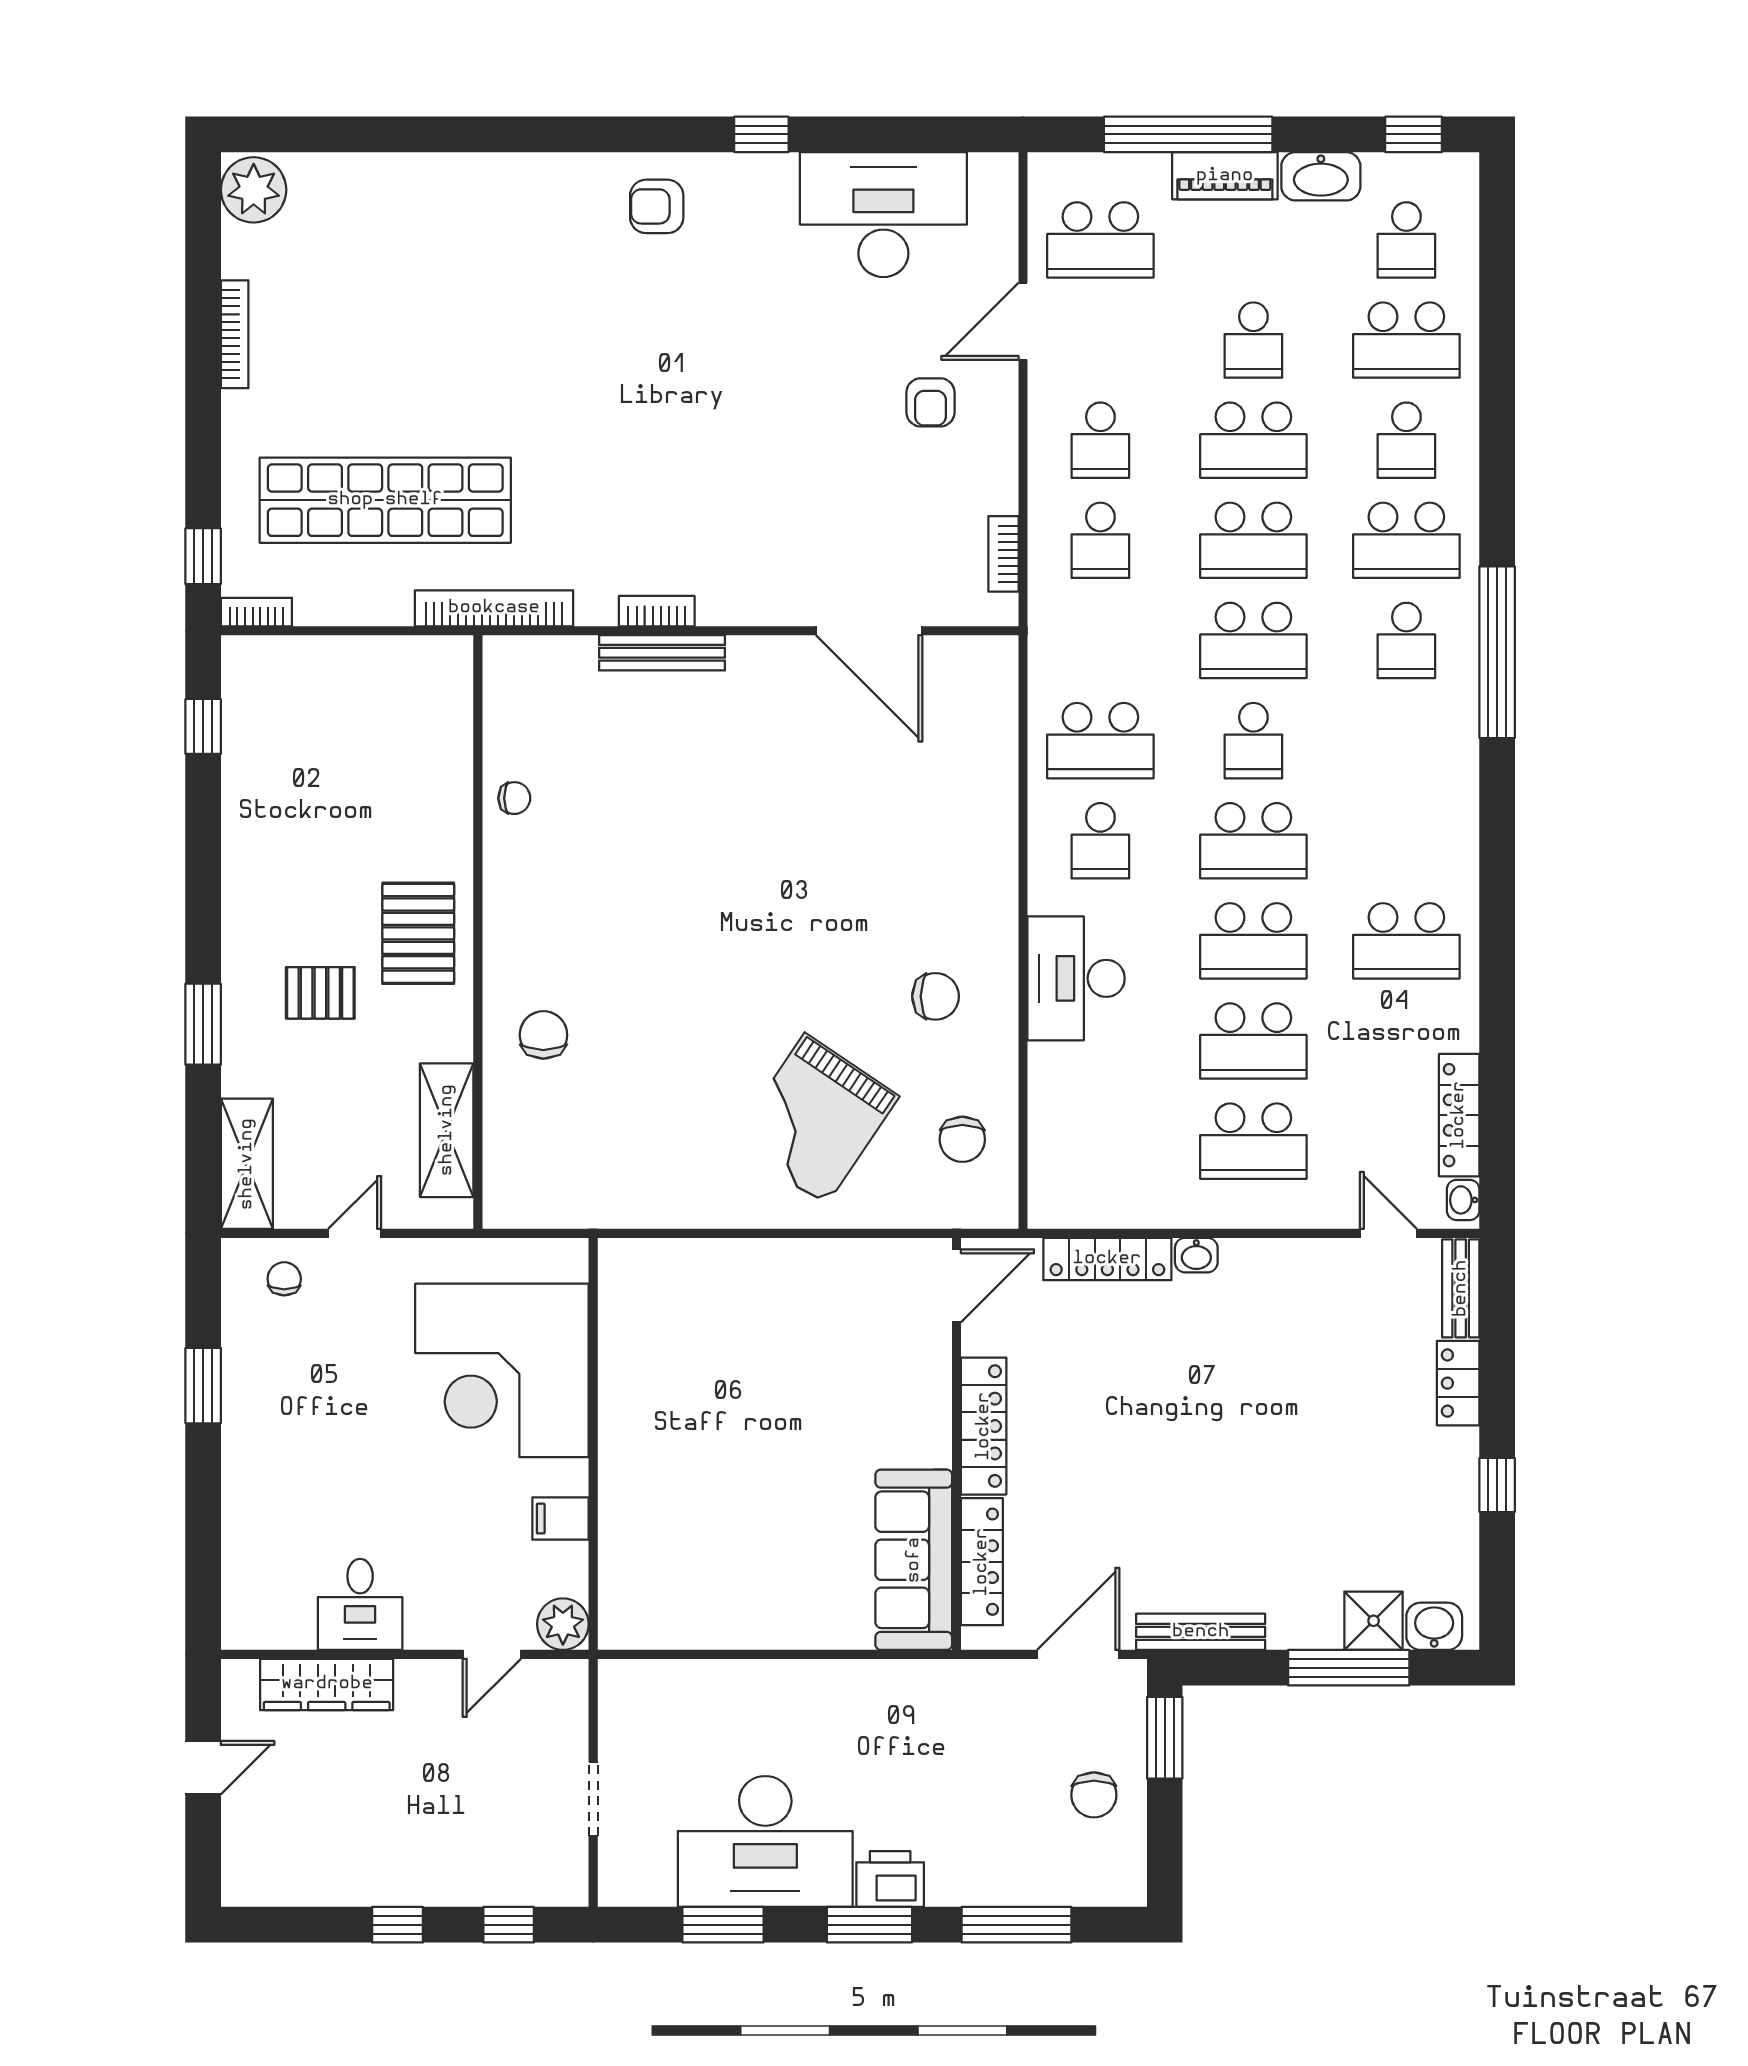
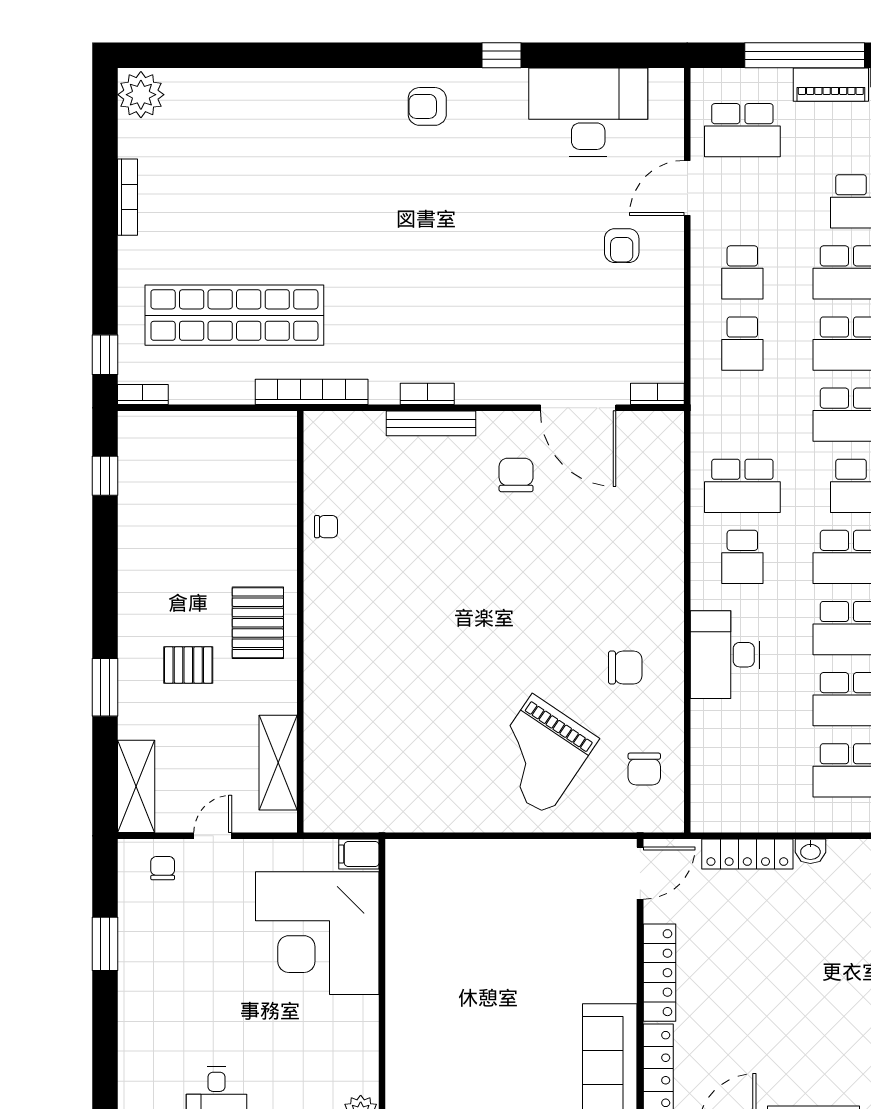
bookcase: (1003, 554) -> (657, 394), moved, turned 90
chair: (543, 1035) -> (516, 475), moved
filing cabinet: (560, 1519) -> (359, 854), moved

